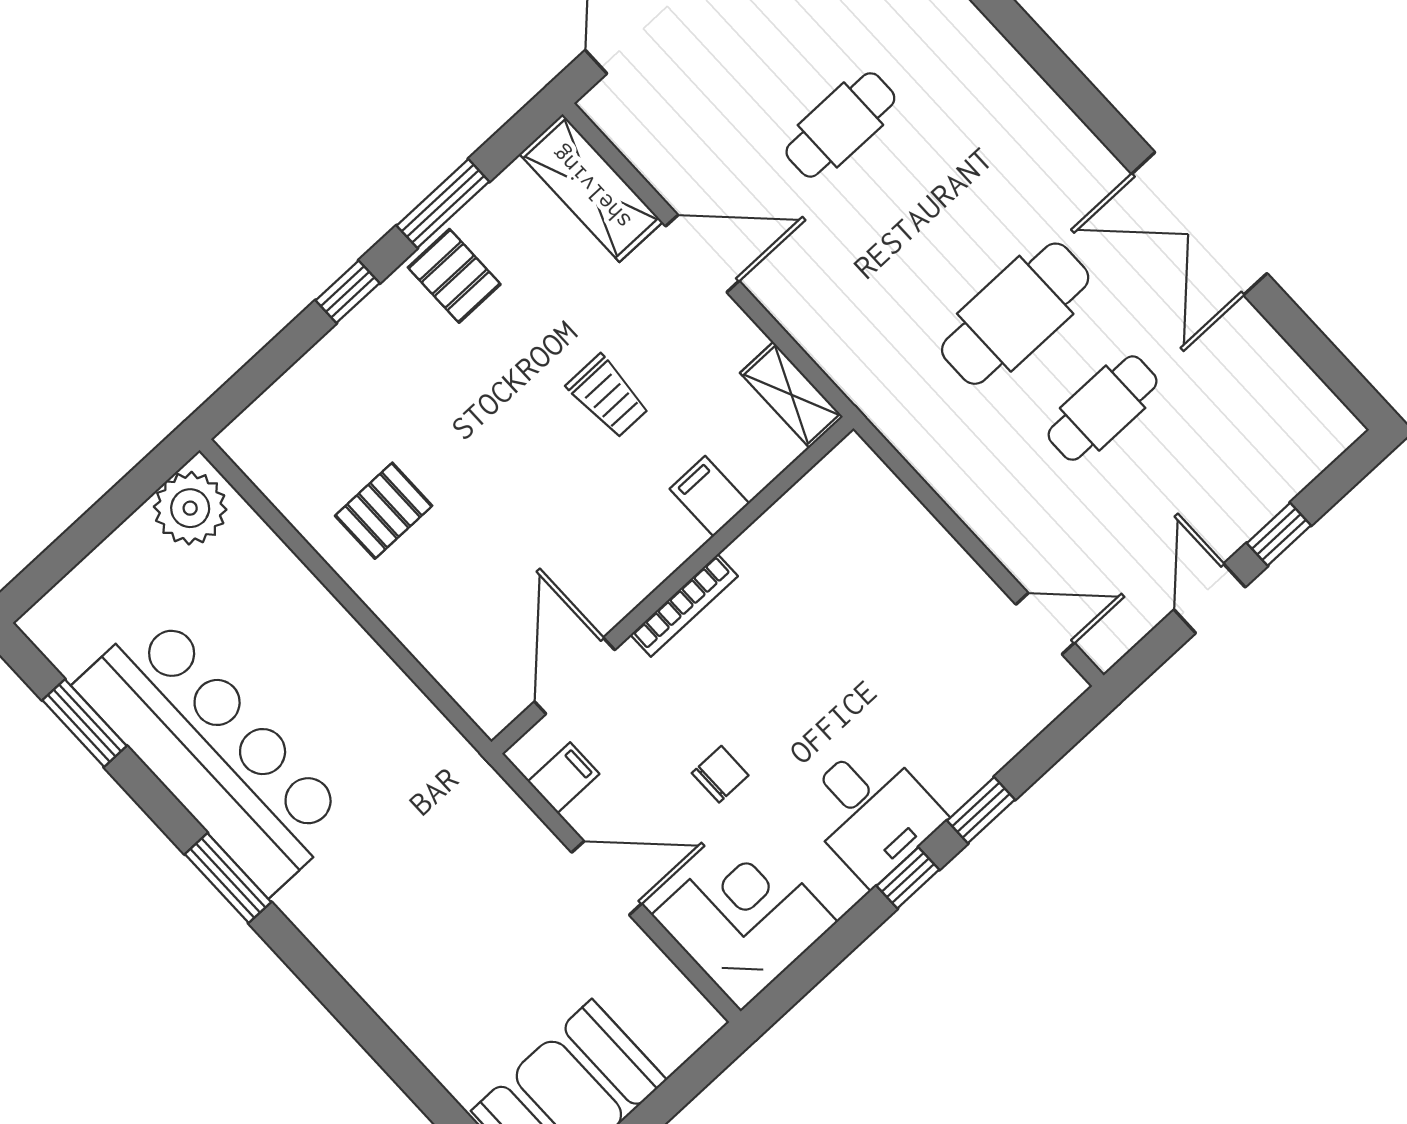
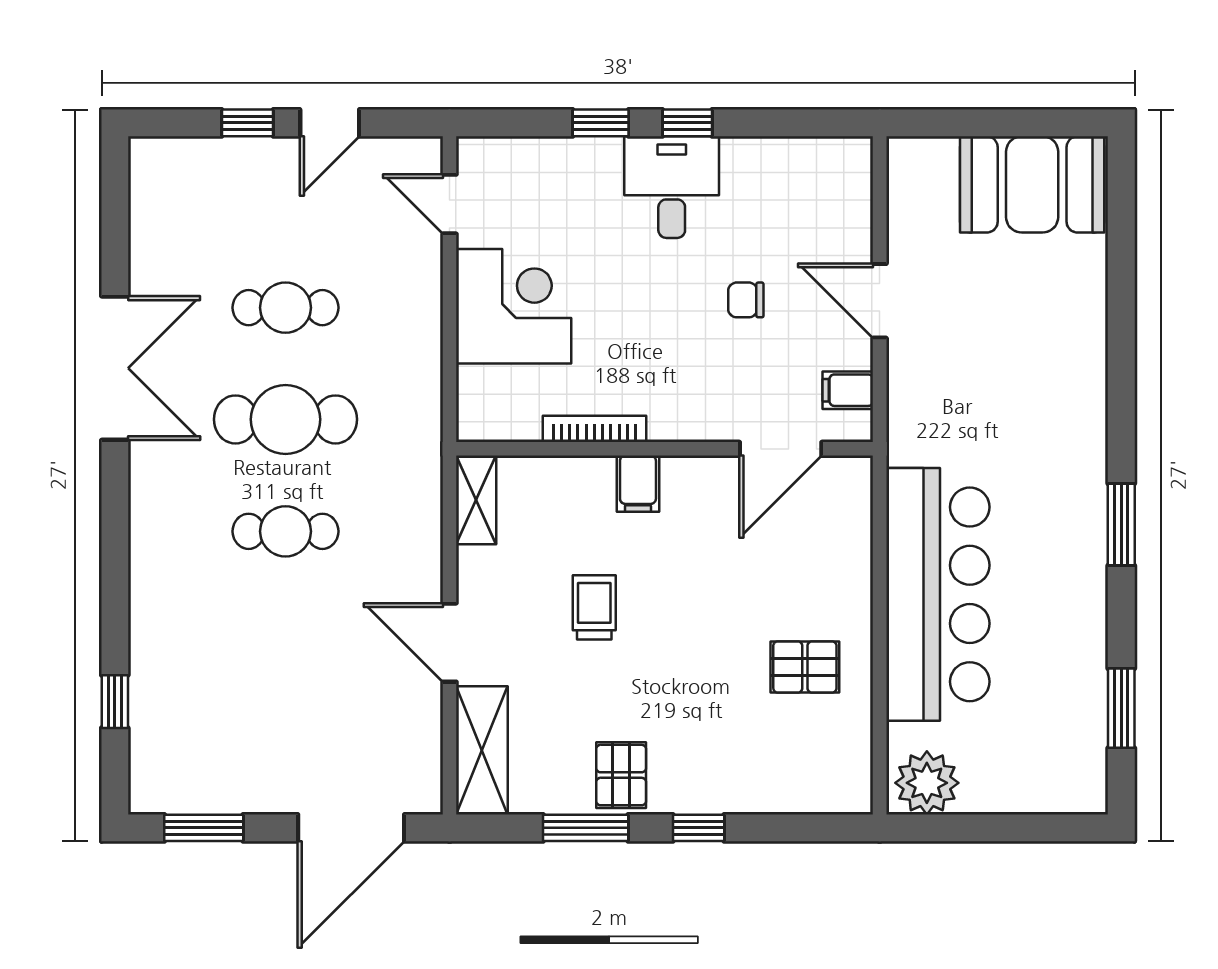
cafe table: (840, 125) -> (286, 531), moved
filing cabinet: (709, 496) -> (638, 484), moved
bookcase: (684, 605) -> (594, 429), moved
bar counter: (213, 752) -> (938, 594), moved, turned 180
corner desk: (744, 918) -> (514, 306), moved, turned 180

